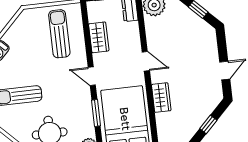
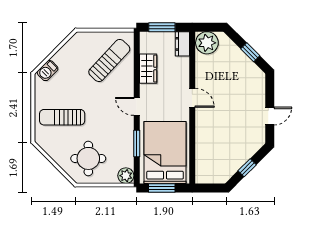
sun lounger: (59, 34) -> (109, 60), turned 43
wardrobe: (161, 98) -> (203, 136), removed

